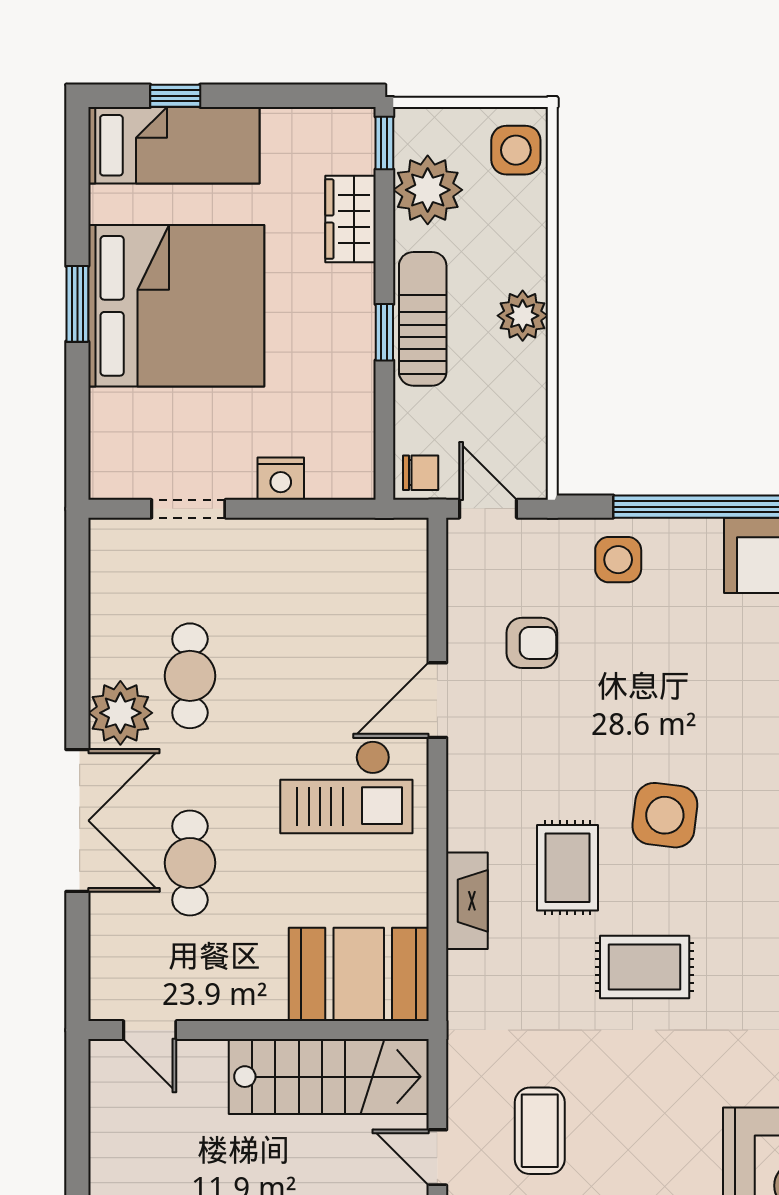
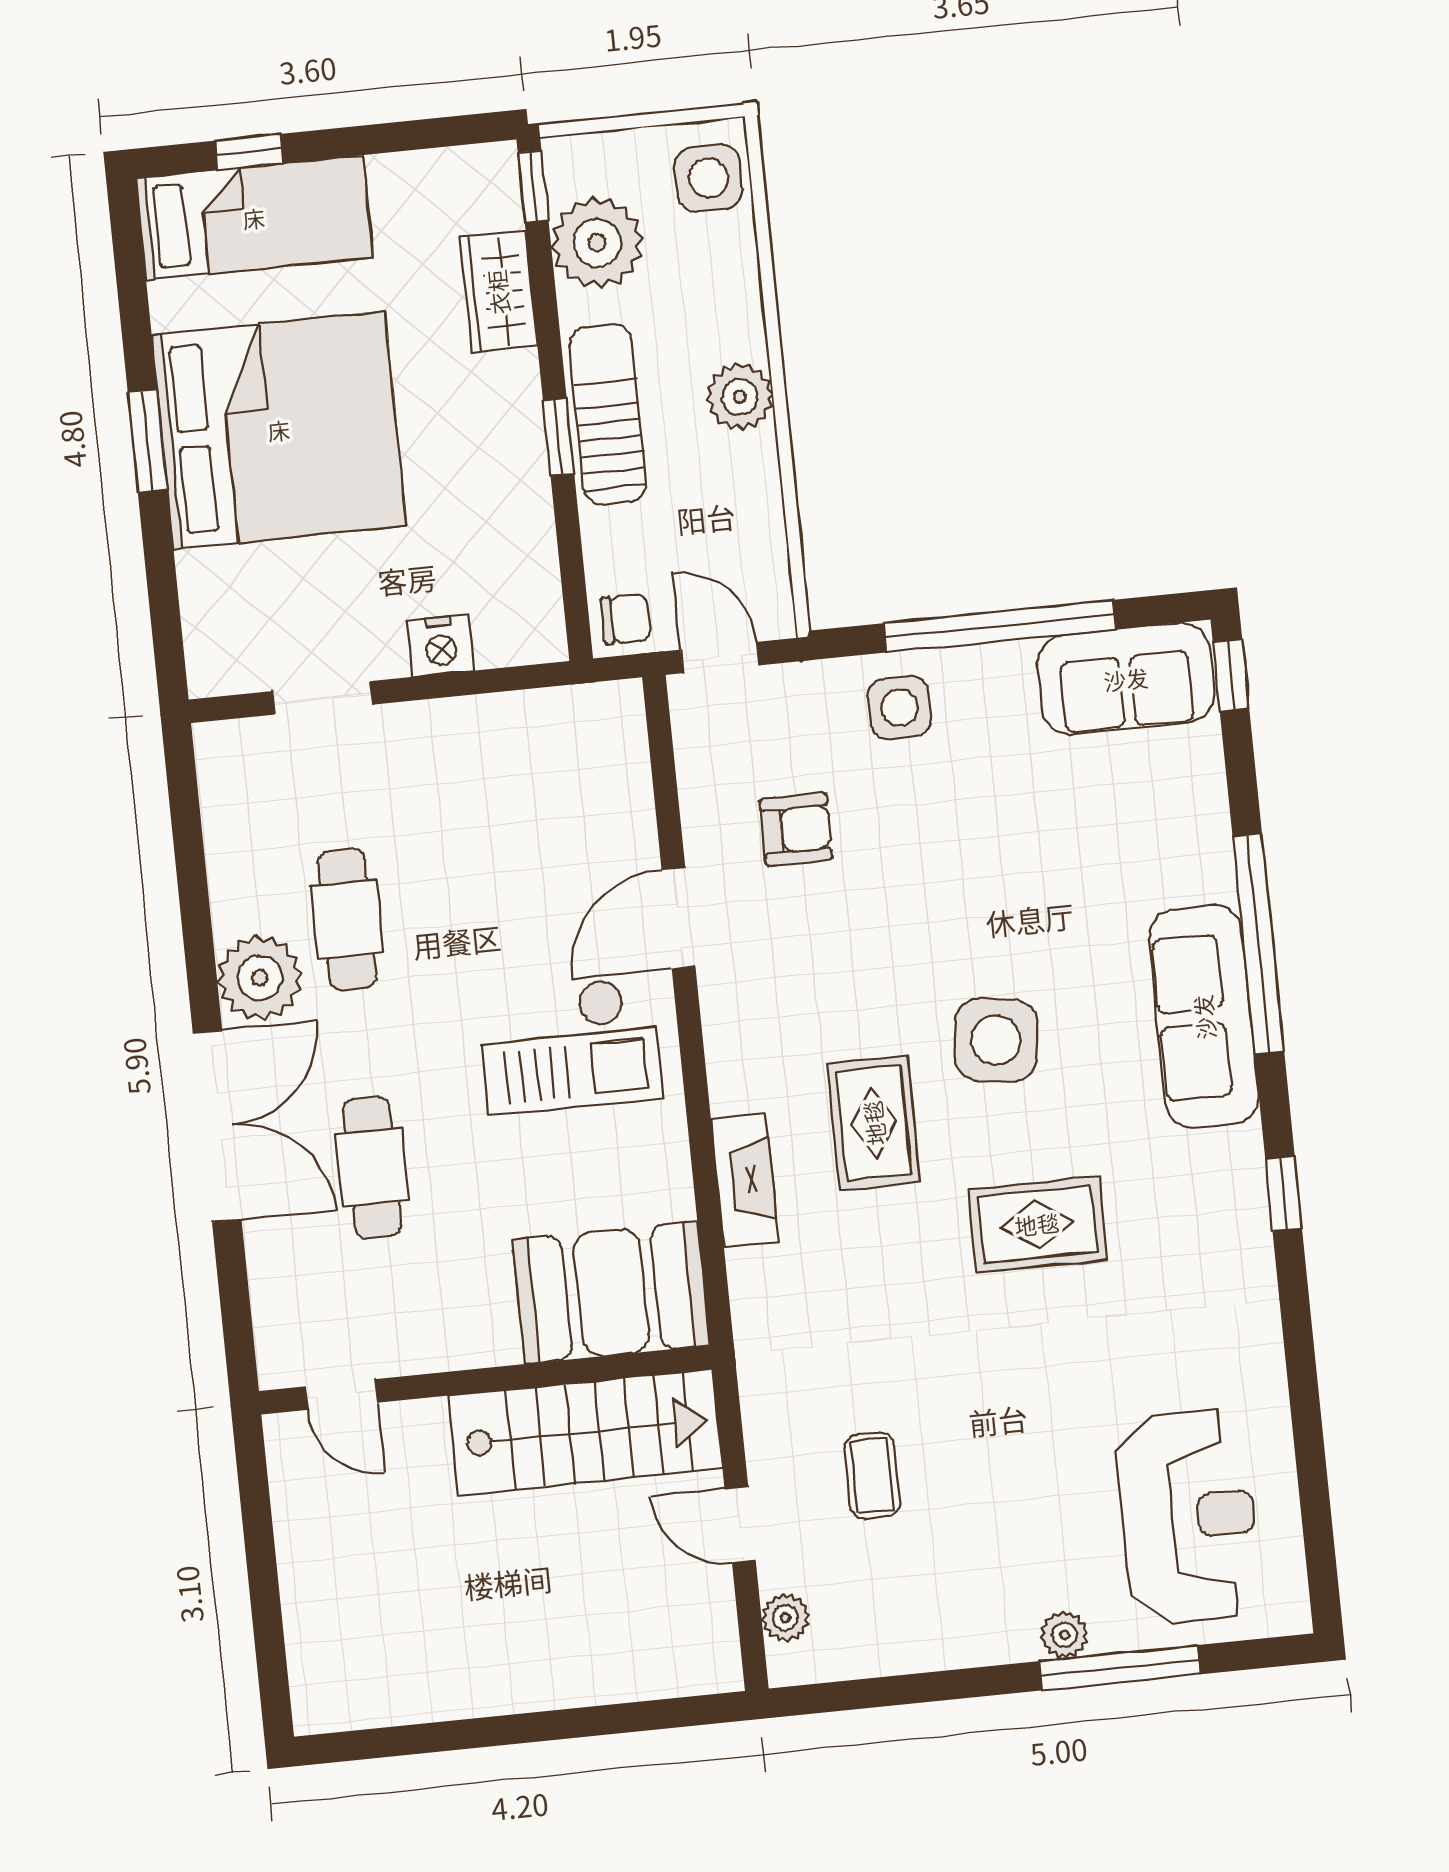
rug: (645, 967) -> (1037, 1224), moved
coffee table: (540, 1131) -> (872, 1476), width x0.73, depth x0.77

